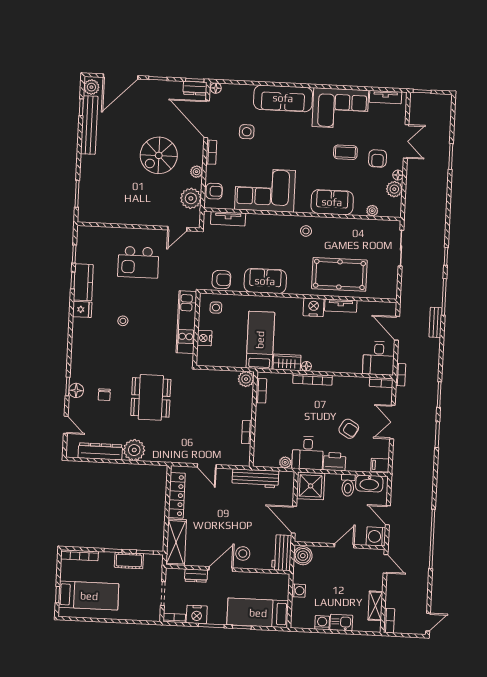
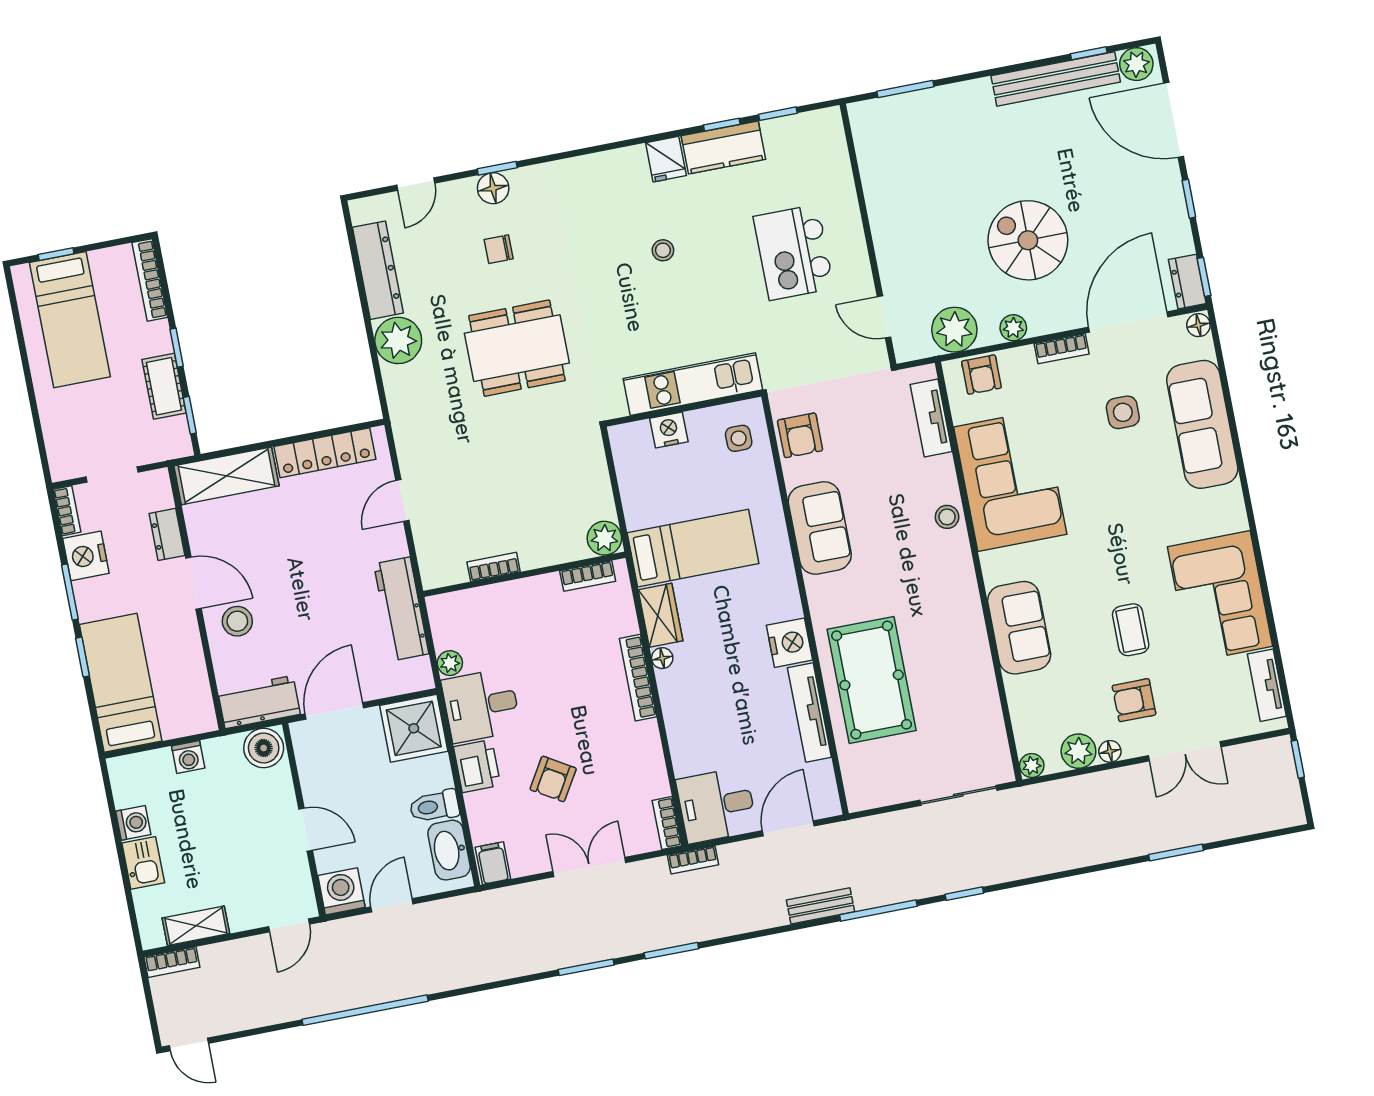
sofa: (283, 98) -> (1202, 424), moved
plant: (372, 211) -> (1032, 766), moved
stool: (306, 231) -> (947, 517), moved
tv unit: (341, 306) -> (809, 713), width x1.41

